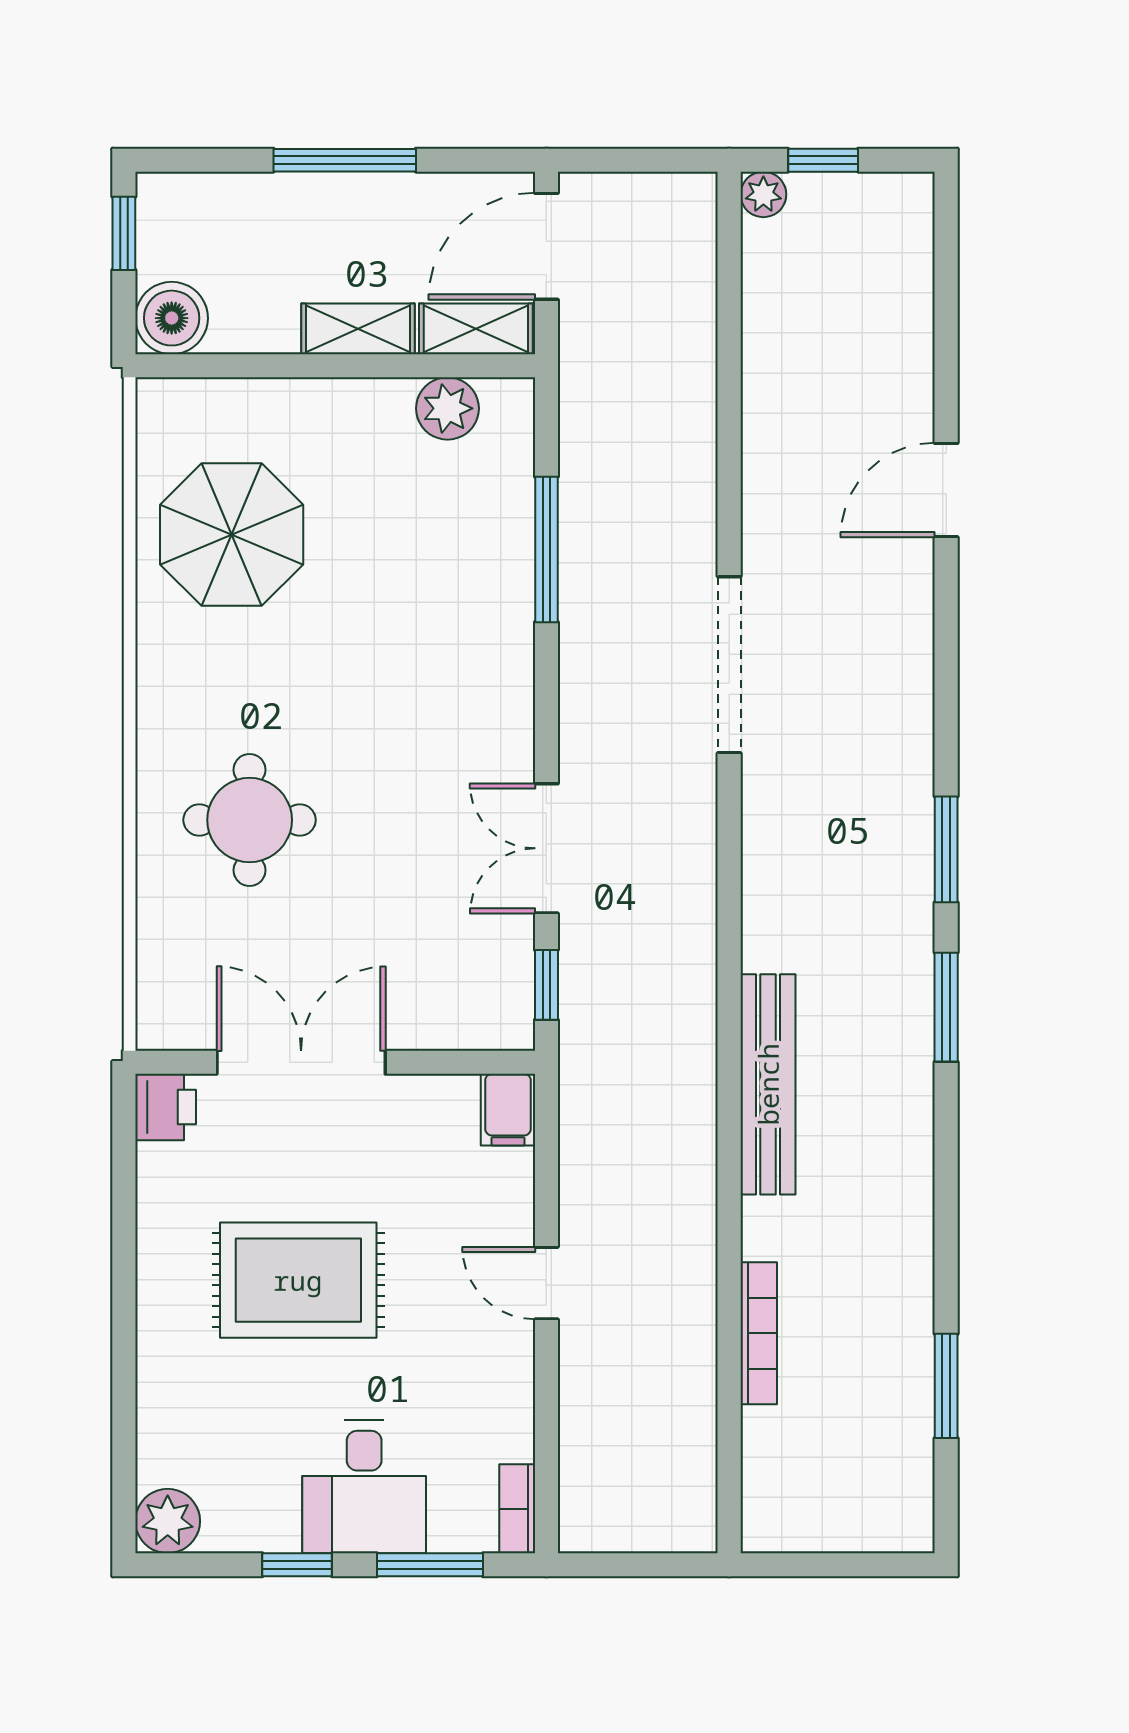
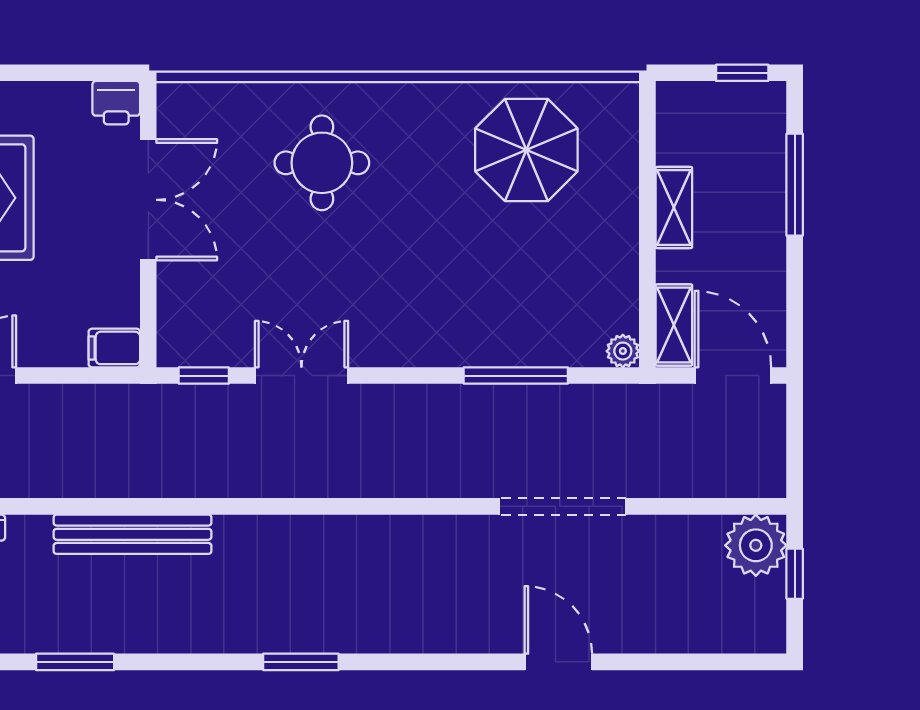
window: (345, 160) -> (795, 185), moved
plant: (763, 194) -> (756, 545), width x1.87, depth x1.87
boiler: (172, 318) -> (682, 107), removed
shelving: (358, 329) -> (674, 208), moved
plant: (447, 408) -> (623, 351), moved, width x0.73, depth x0.73
doorway: (729, 665) -> (563, 506), moved
window: (946, 1007) -> (75, 662), moved

